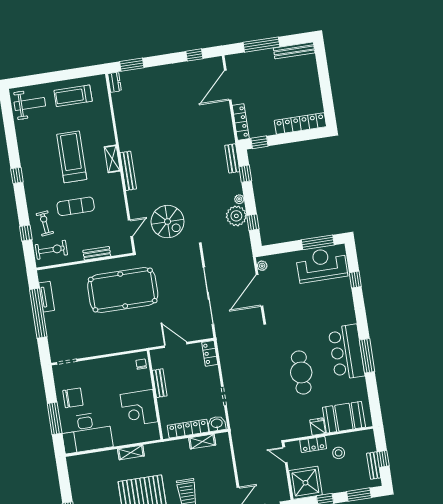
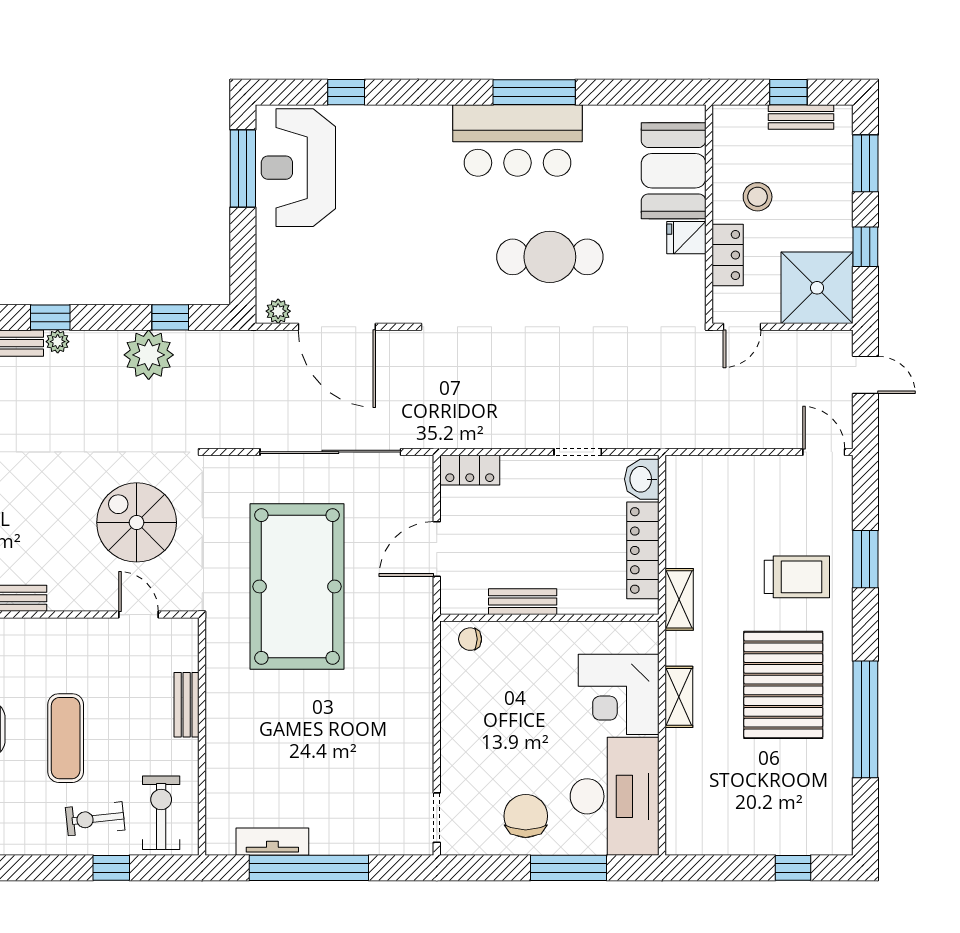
plant: (239, 199) -> (58, 342), moved
spiral stairs: (168, 222) -> (137, 522), turned -90
pool table: (123, 290) -> (297, 586), moved
corner desk: (139, 408) -> (619, 694), moved, turned 90
shelving: (202, 441) -> (679, 599), moved

